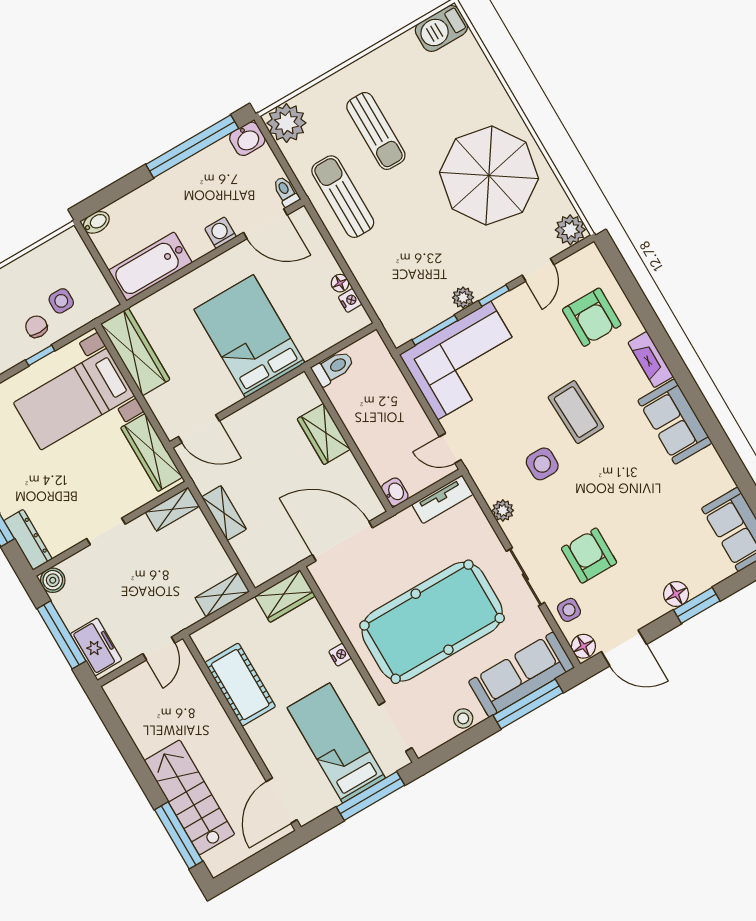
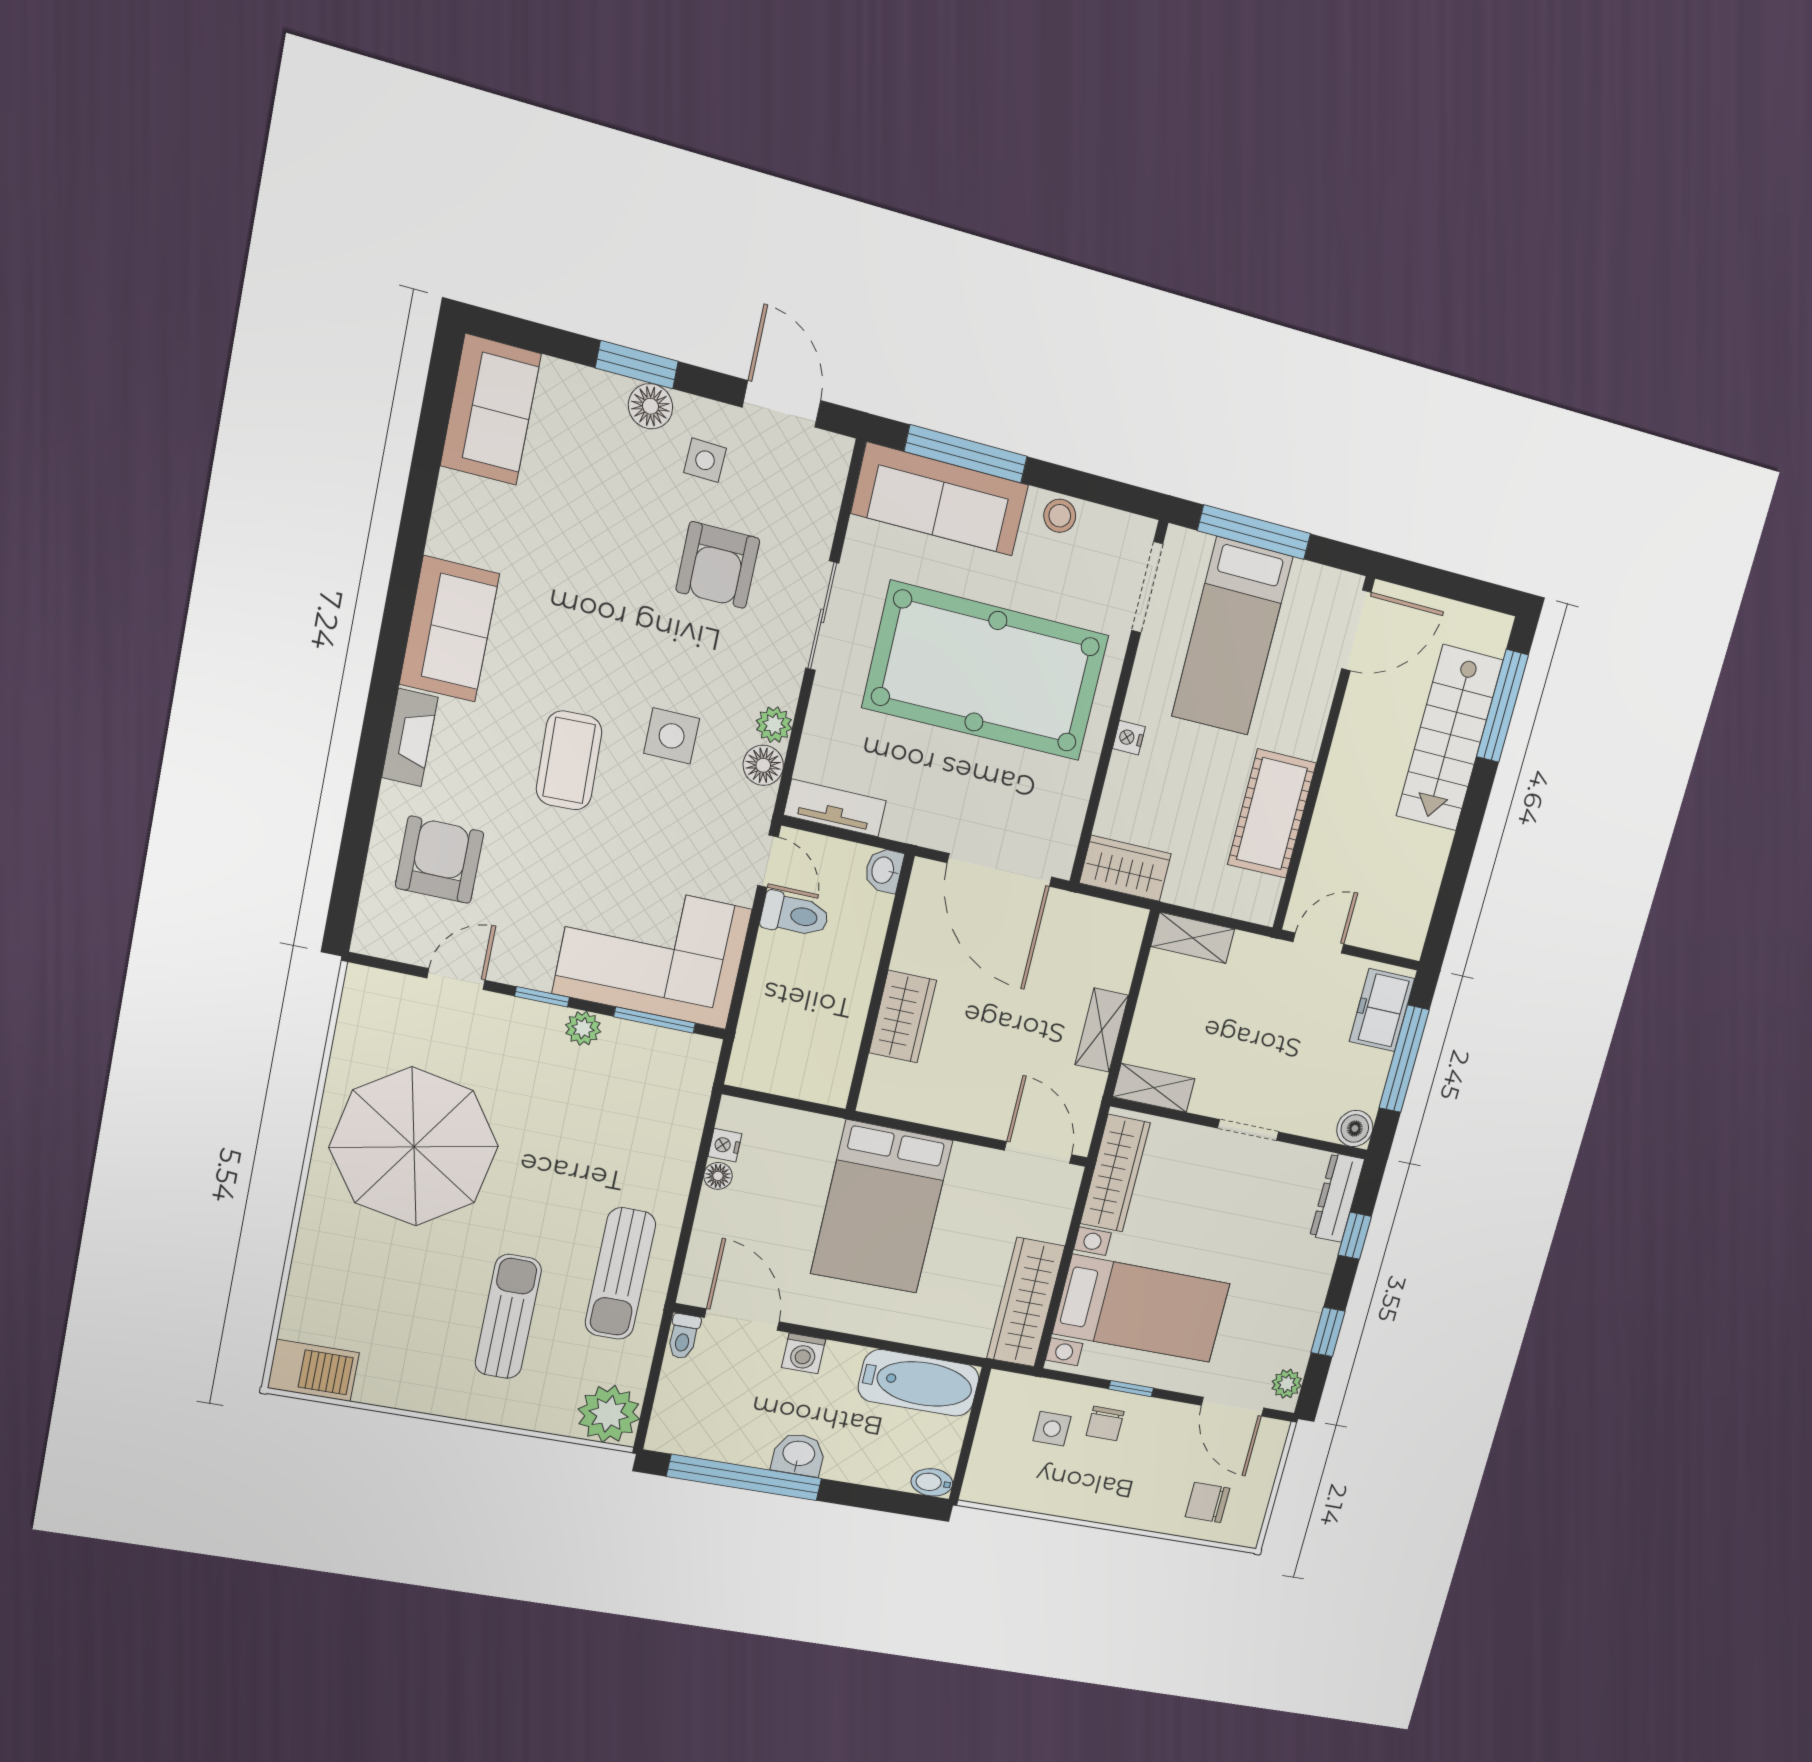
washbasin: (247, 139) -> (799, 1454), moved
plant: (570, 230) -> (369, 992), removed
toilet: (333, 368) -> (795, 915), moved, turned 180
side table: (569, 610) -> (705, 460), moved
floor lamp: (583, 646) -> (763, 765), moved

